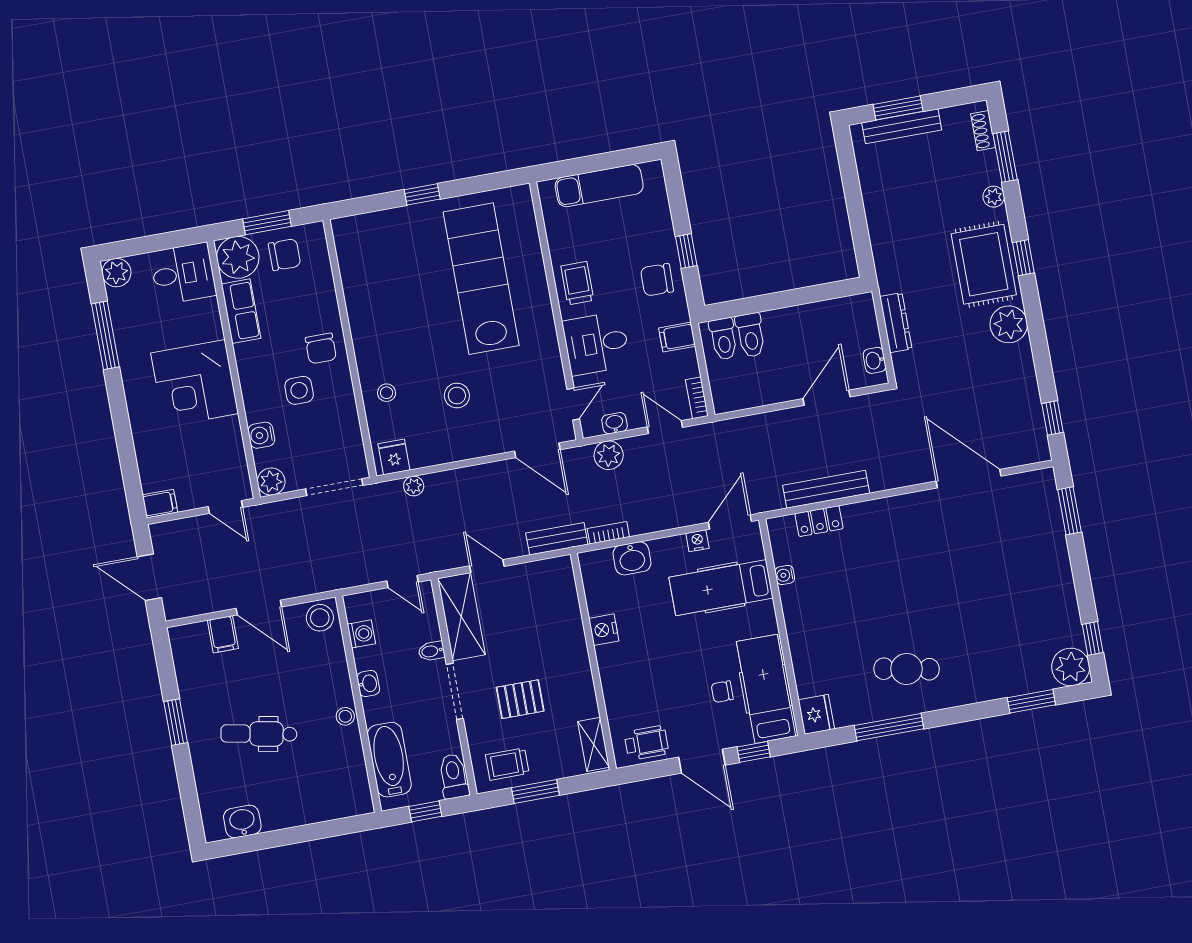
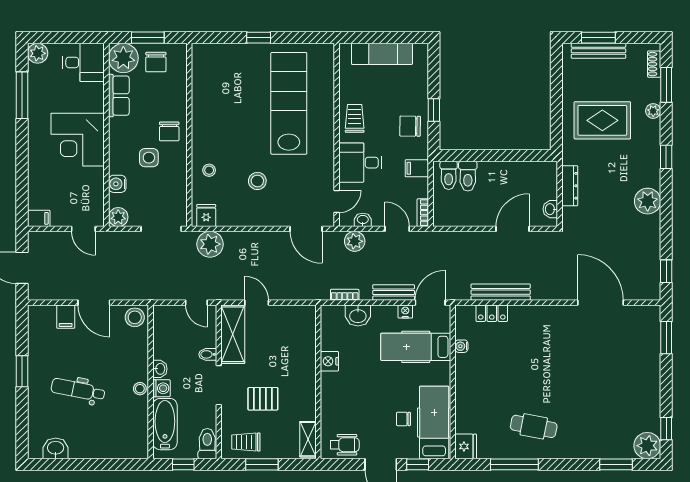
chair: (284, 255) -> (156, 62), turned 90
rug: (984, 264) -> (602, 120), moved, turned 90
plant: (414, 486) -> (210, 244), width x1.88, depth x1.88
bench: (557, 539) -> (394, 292), moved
washing machine: (361, 634) -> (161, 388), moved

